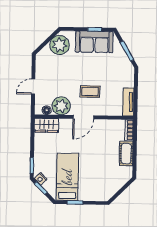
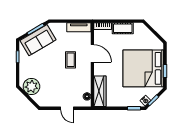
sofa: (94, 42) -> (38, 40), moved, turned 59
plant: (61, 106) -> (83, 84), removed
door: (83, 117) -> (92, 53), moved
wardrobe: (46, 125) -> (100, 91), width x1.50
bed: (67, 177) -> (143, 68), width x2.04

